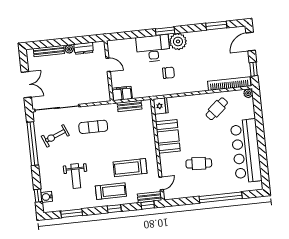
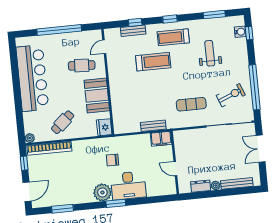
fridge: (161, 106) -> (104, 127), moved
booth: (168, 136) -> (97, 95), moved
wall: (157, 150) -> (108, 82), moved
door: (161, 183) -> (104, 47), moved

